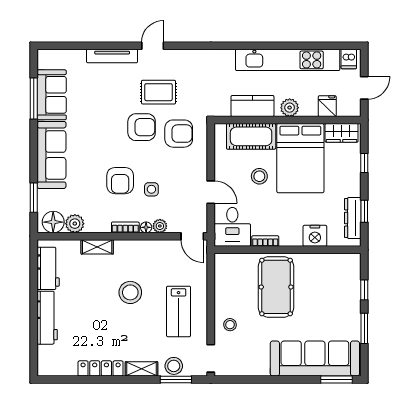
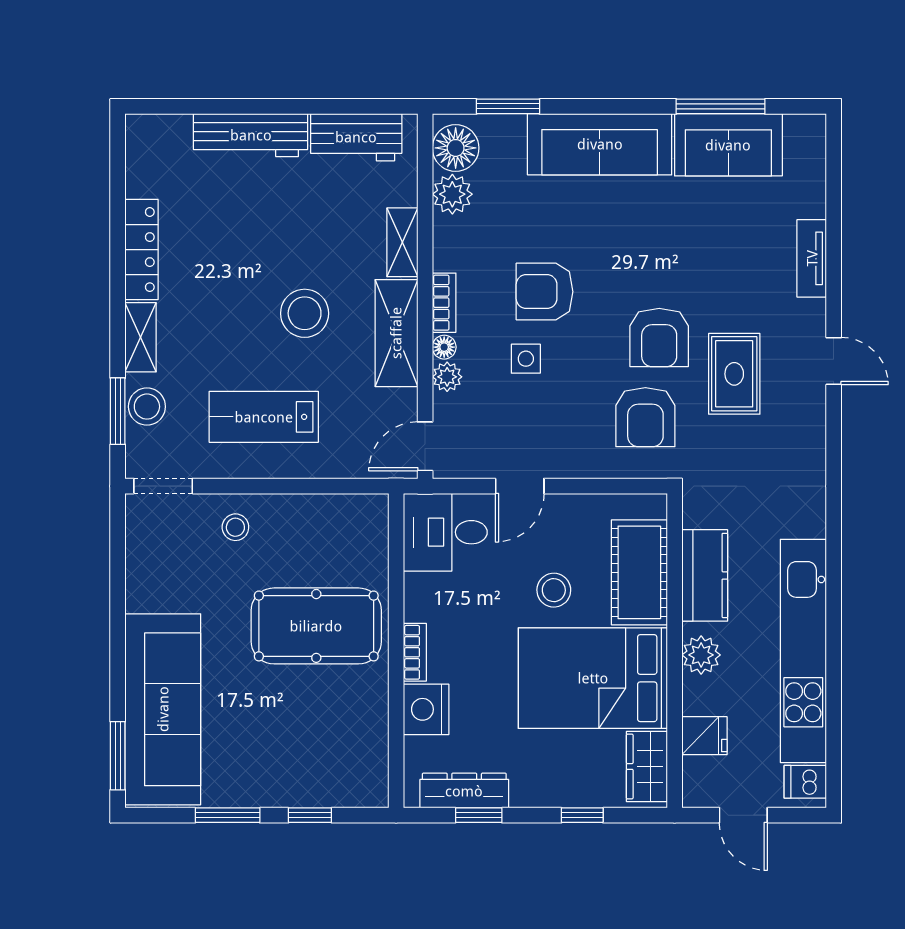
tv unit: (112, 56) -> (812, 258), width x0.71
bookcase: (265, 241) -> (415, 652), moved
shelving: (140, 250) -> (396, 333), added

